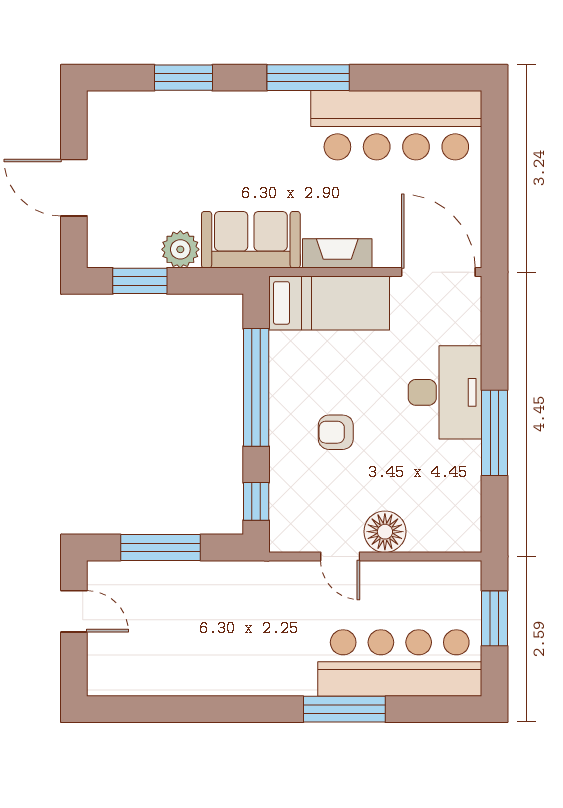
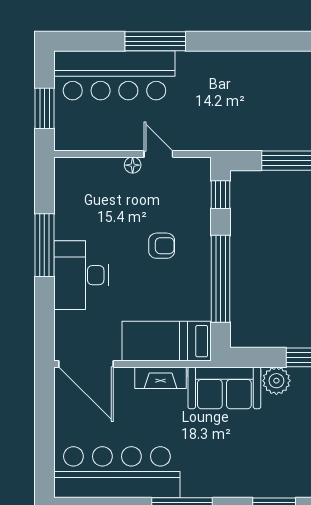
floor lamp: (385, 532) -> (133, 165), width x0.53, depth x0.53

